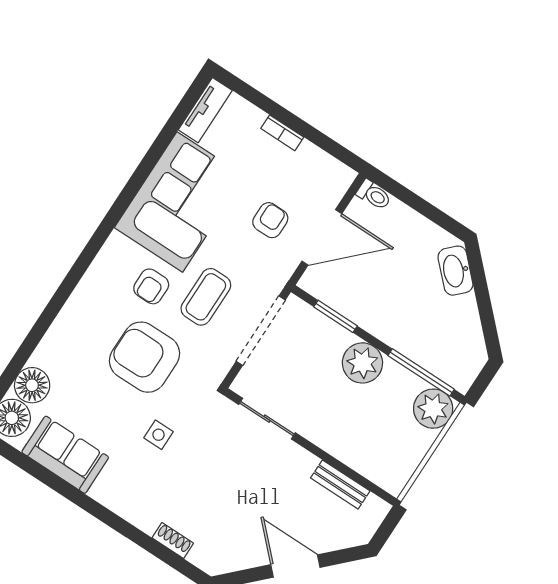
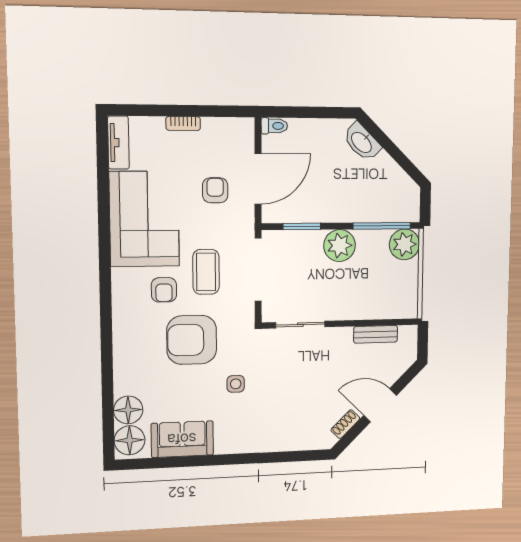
shoe rack: (173, 541) -> (345, 424), moved, turned -45

